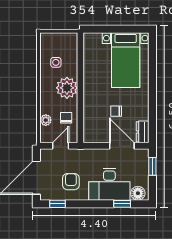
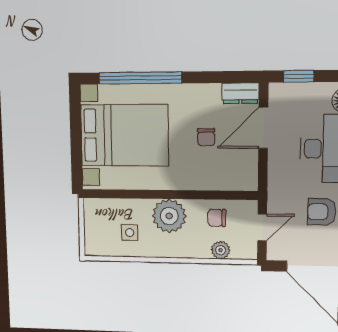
bed with nightstands: (126, 60) -> (124, 135), width x1.36
window: (152, 71) -> (140, 78), added
door: (61, 146) -> (262, 227), swing flipped

